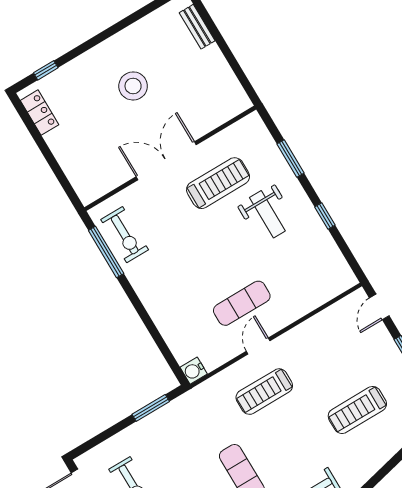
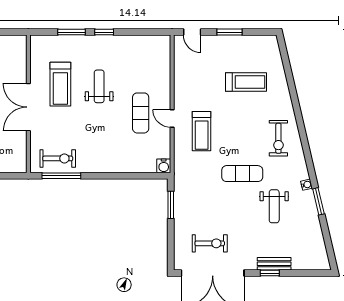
treadmill: (218, 183) -> (60, 84), turned 180
weight bench: (267, 214) -> (99, 86), moved, turned -90
window: (325, 216) -> (104, 32), moved
treadmill: (357, 410) -> (246, 82), turned -90

